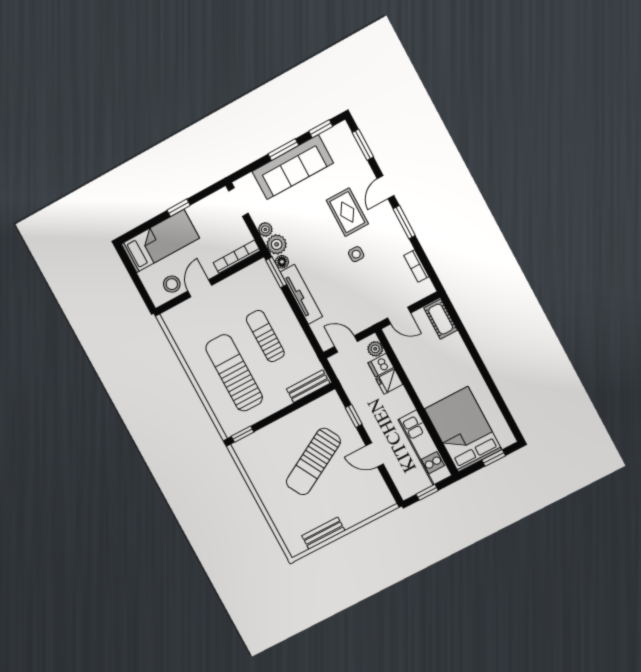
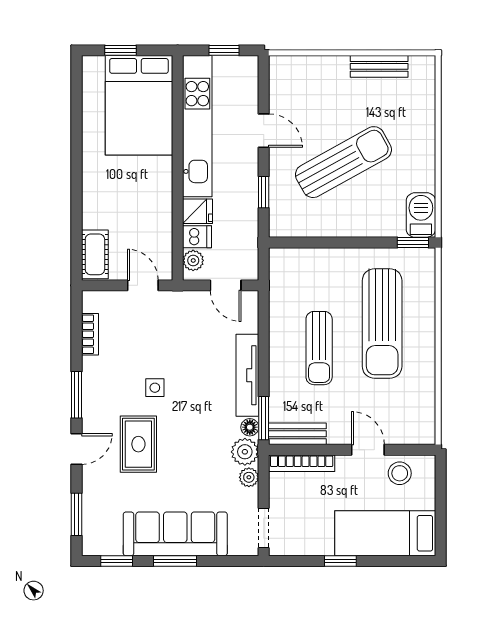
door: (200, 288) -> (368, 450), swing flipped
bench: (308, 386) -> (297, 434), moved
kitchen unit: (425, 448) -> (197, 126), width x1.36
barbecue: (247, 454) -> (421, 215), added

